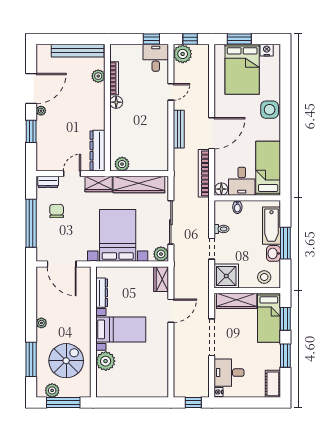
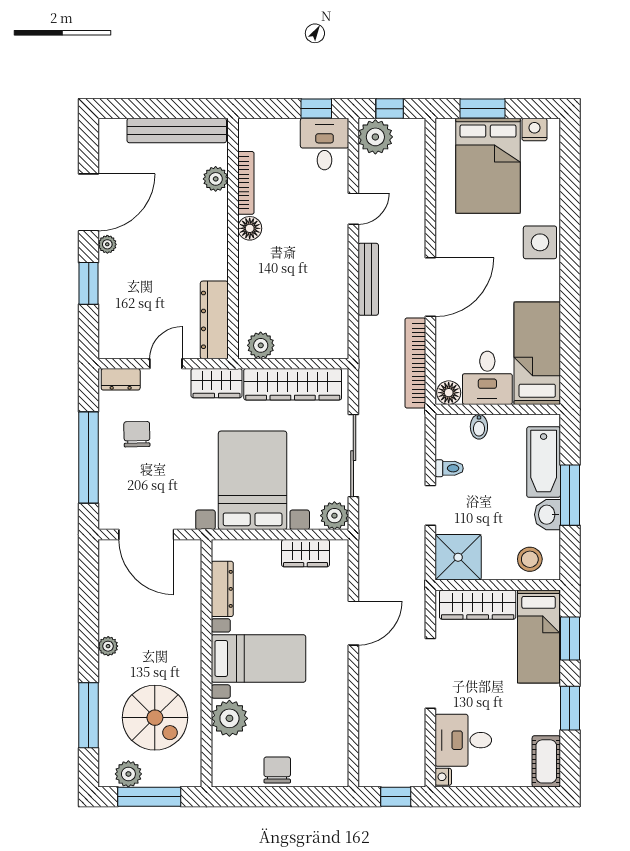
wardrobe: (161, 279) -> (306, 553), moved, turned -90
spiral stairs: (66, 361) -> (155, 718), turned 90
chair: (131, 388) -> (277, 770), added

